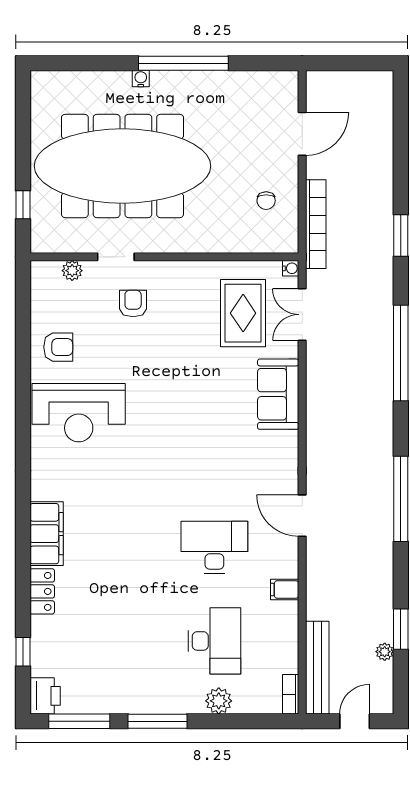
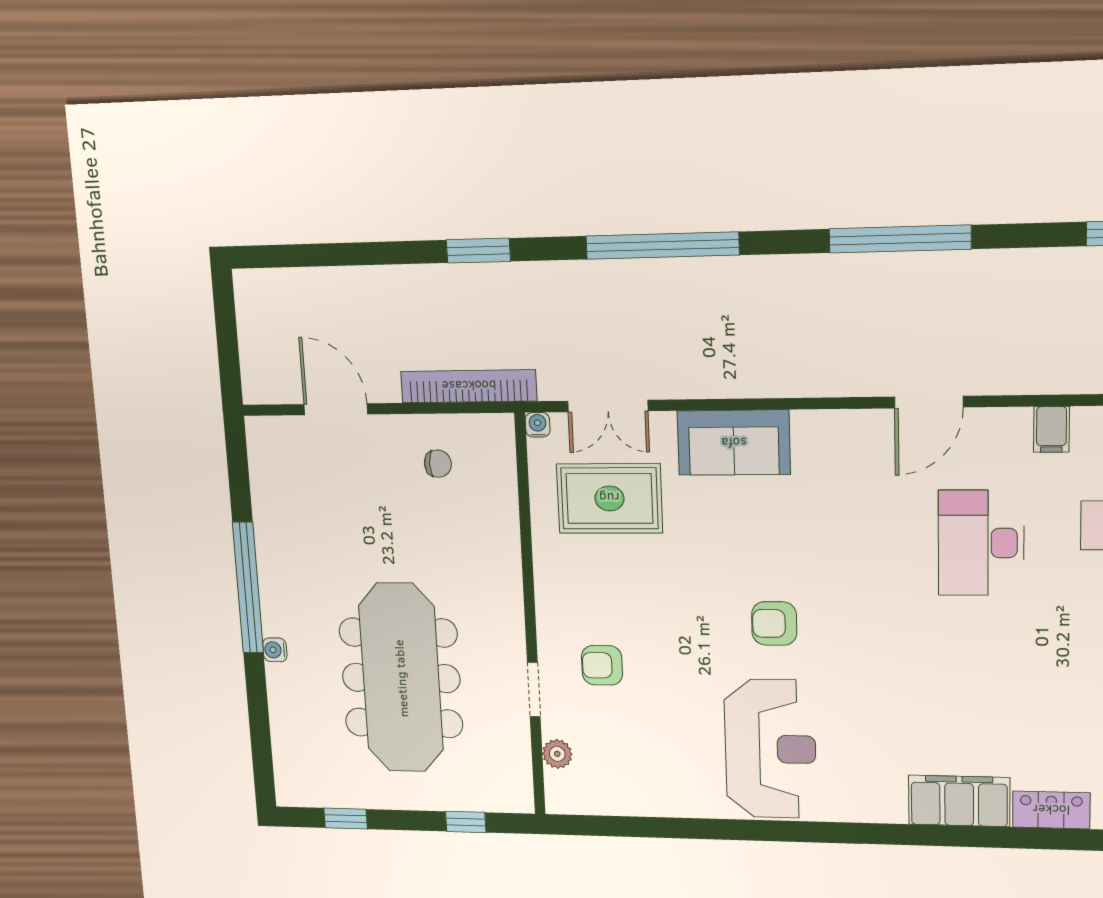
window: (23, 120) -> (346, 818), added
meeting table: (122, 166) -> (401, 678), width x0.73, depth x0.79
armchair: (58, 347) -> (774, 623), moved, turned -90

